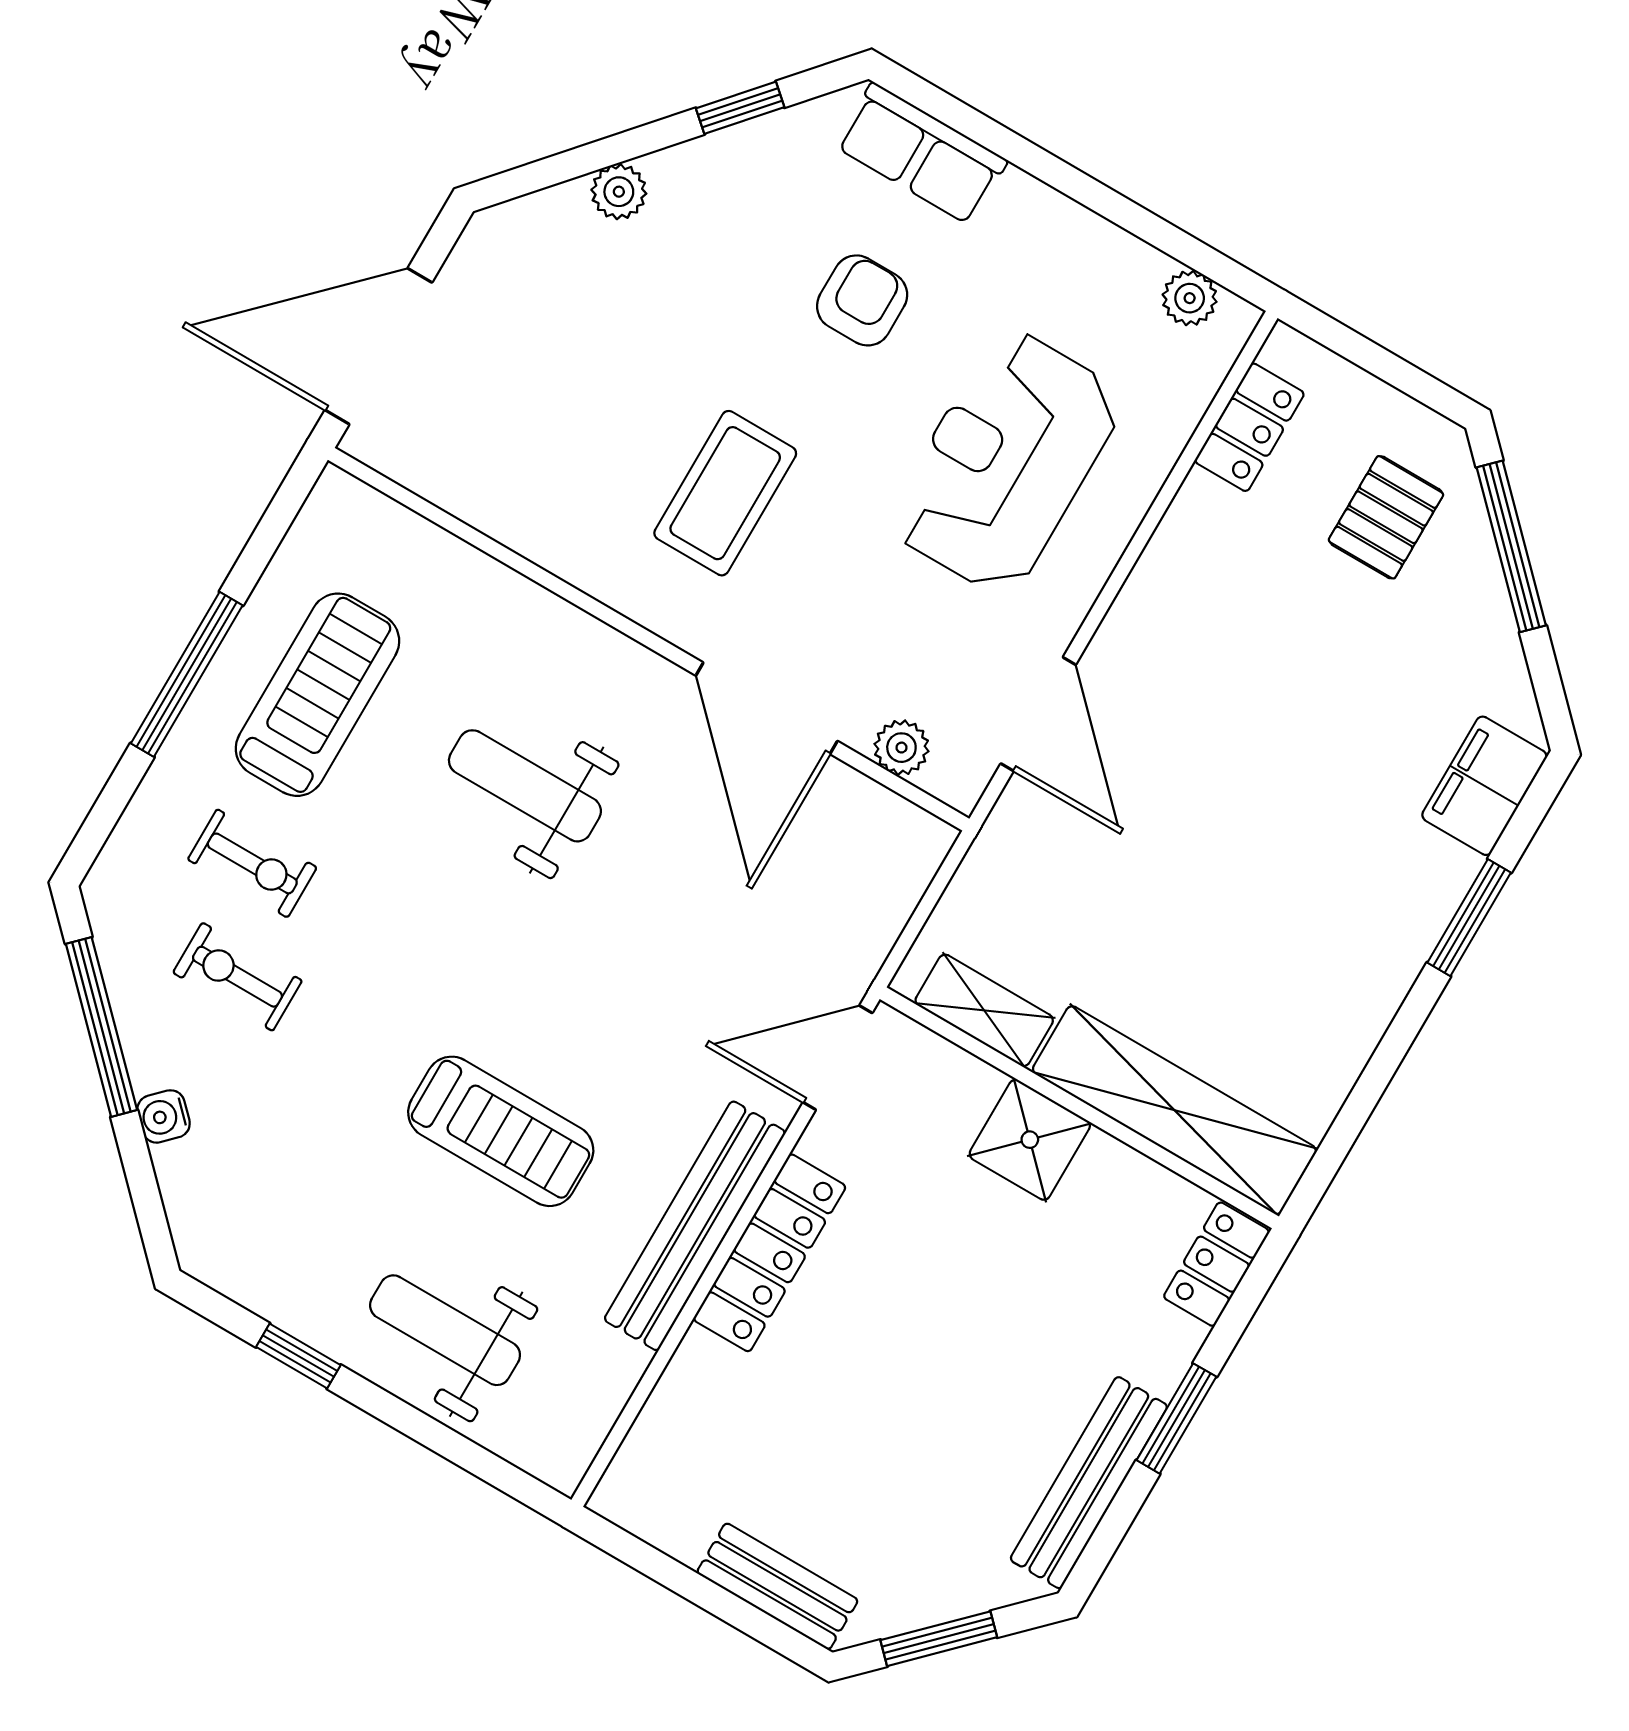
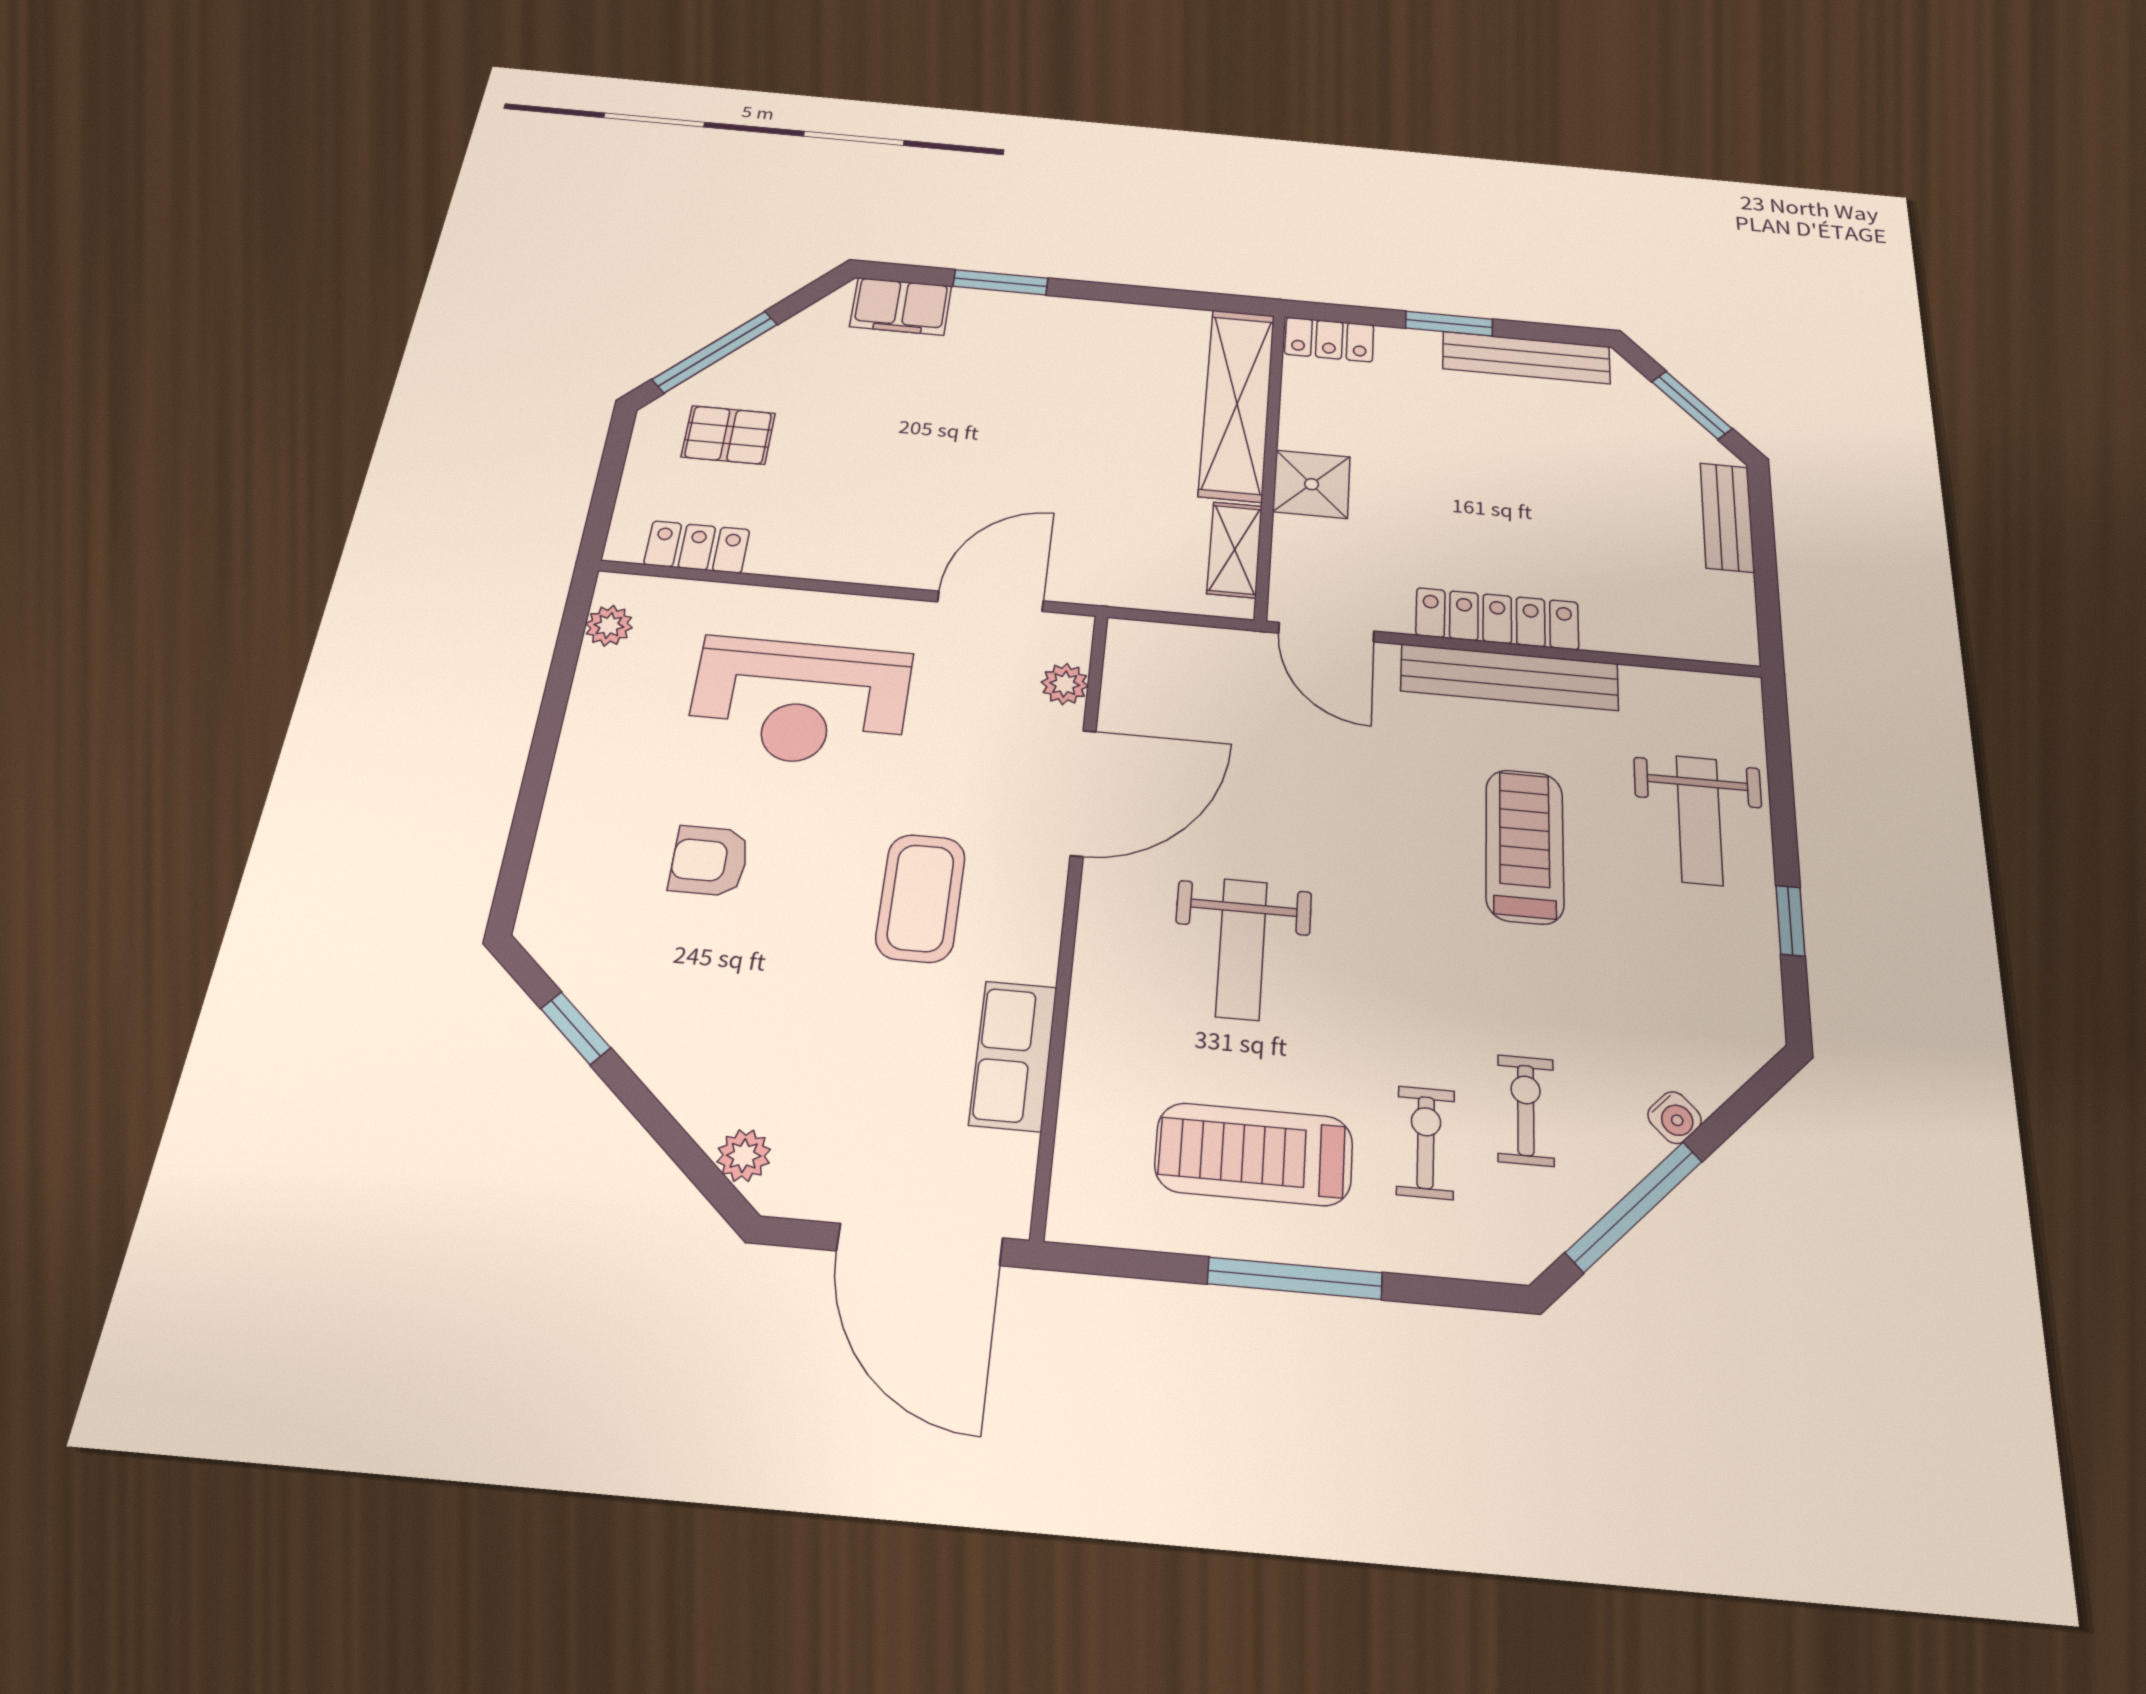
row of seats: (921, 154) -> (1013, 1056), moved, turned 180
plant: (619, 192) -> (744, 1156), moved
coffee table: (725, 493) -> (921, 898), turned 90
exercise bike: (237, 977) -> (1526, 1110), turned 180

